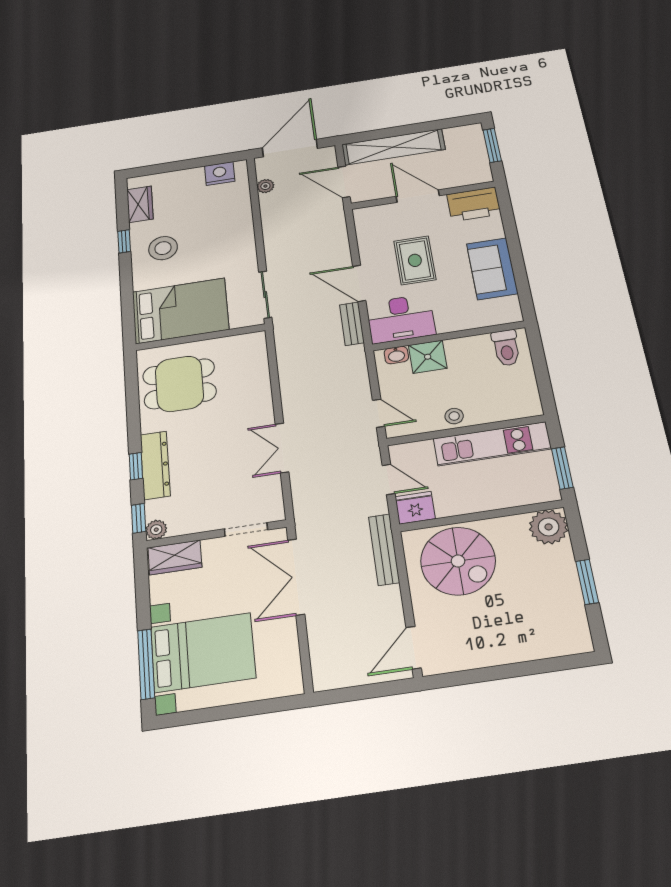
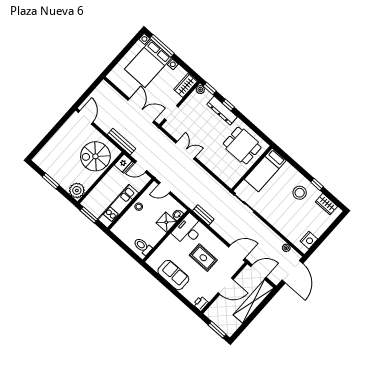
printer: (474, 204) -> (201, 304), width x0.53, depth x0.68
door: (359, 283) -> (237, 253), moved
bed: (180, 311) -> (265, 170), width x0.67
dining table: (179, 384) -> (242, 146), turned 90

